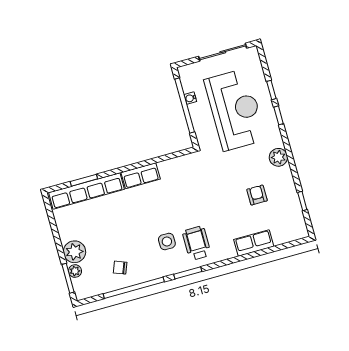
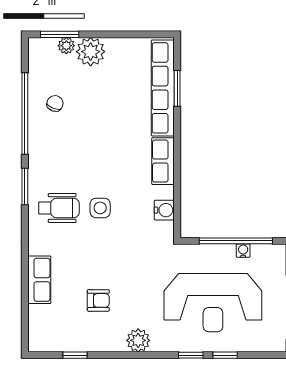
water cooler: (177, 165) -> (164, 210), added
side table: (167, 242) -> (100, 208), moved

